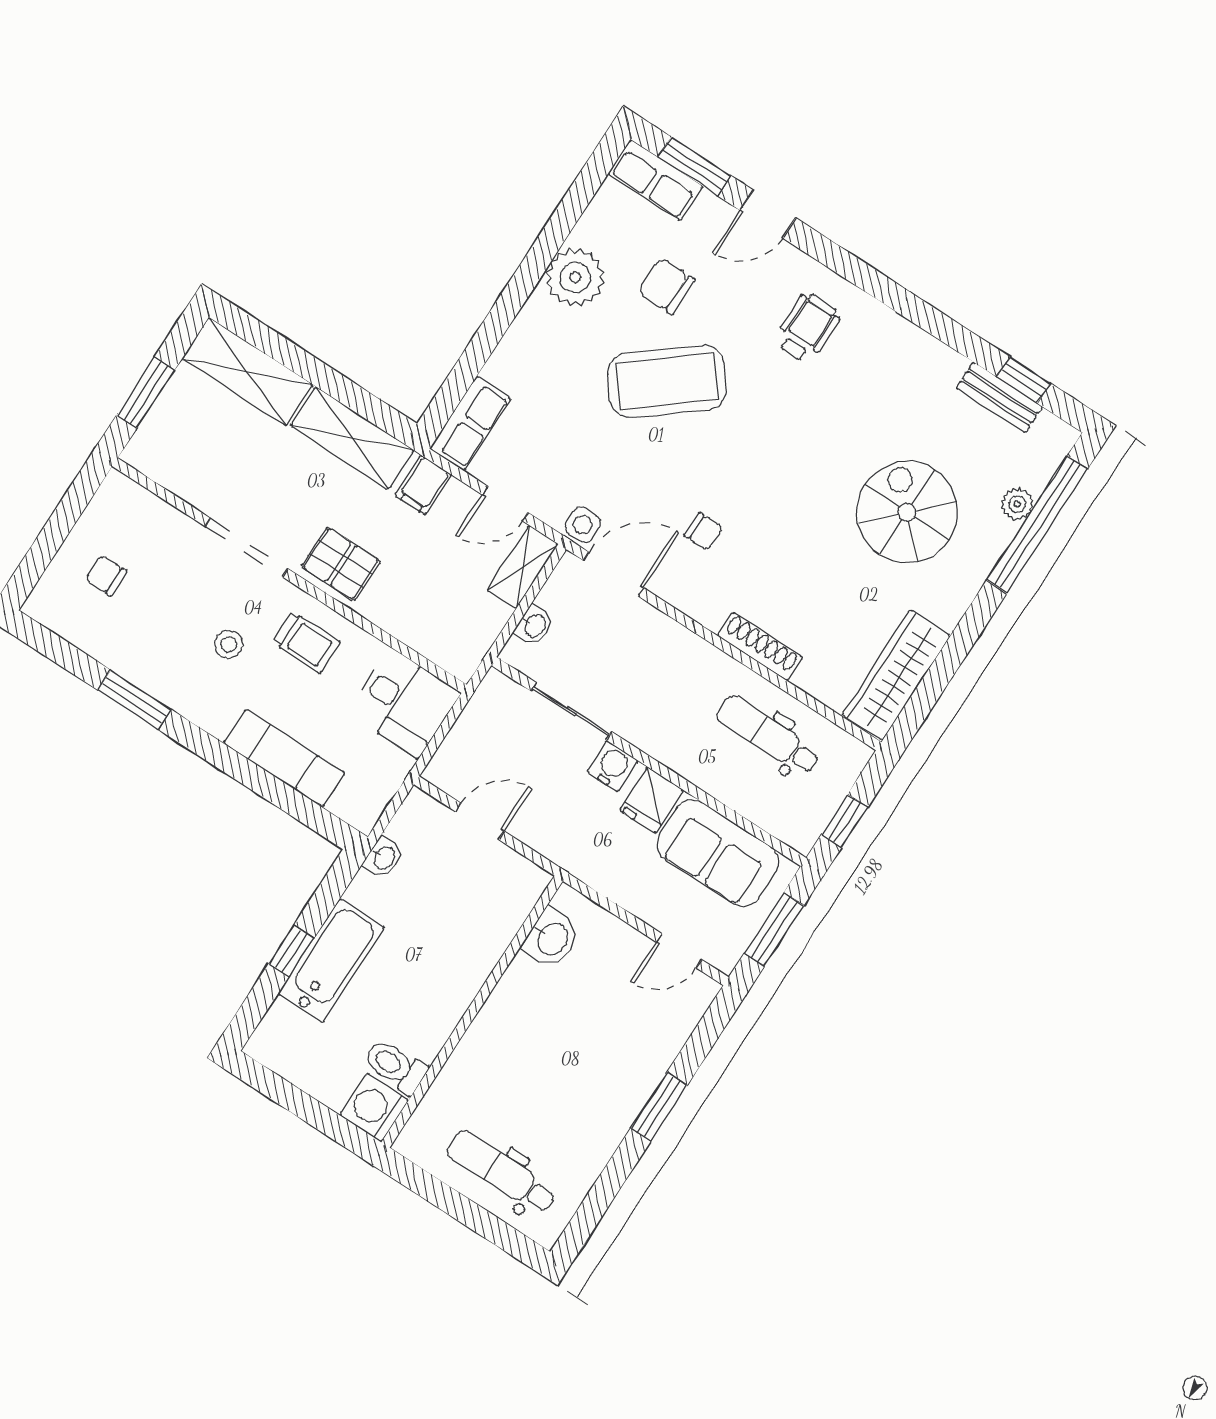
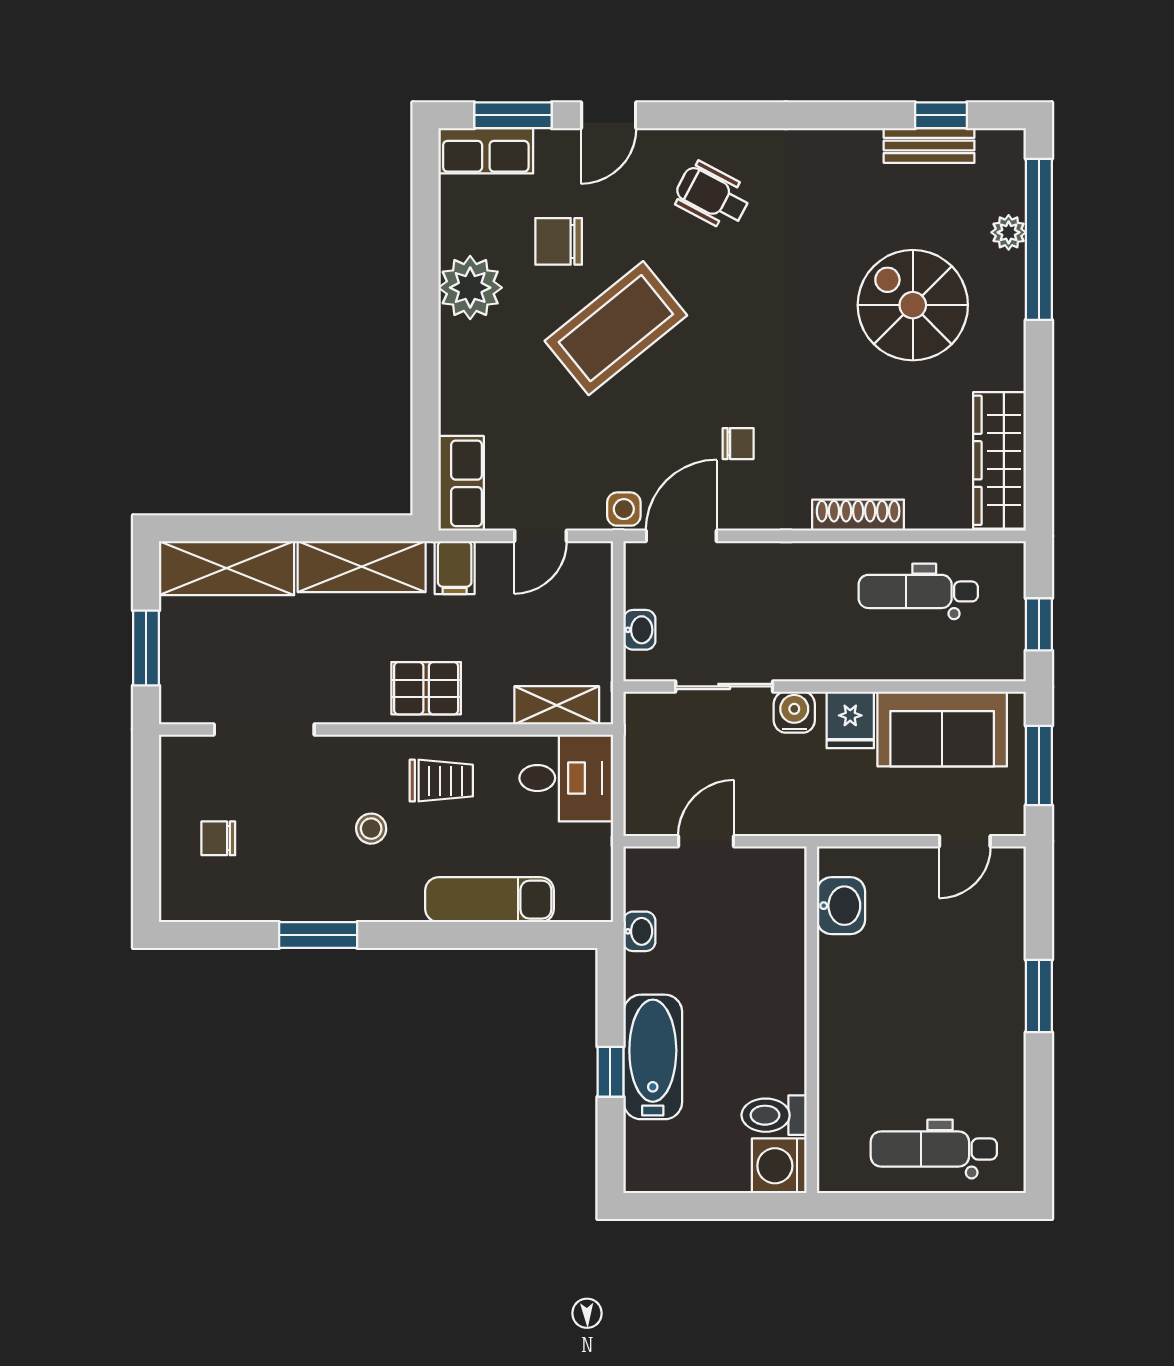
wheelchair: (807, 328) -> (712, 196), turned -62
doorway: (246, 547) -> (264, 729), moved
shelving: (523, 567) -> (557, 705), moved, turned 90

